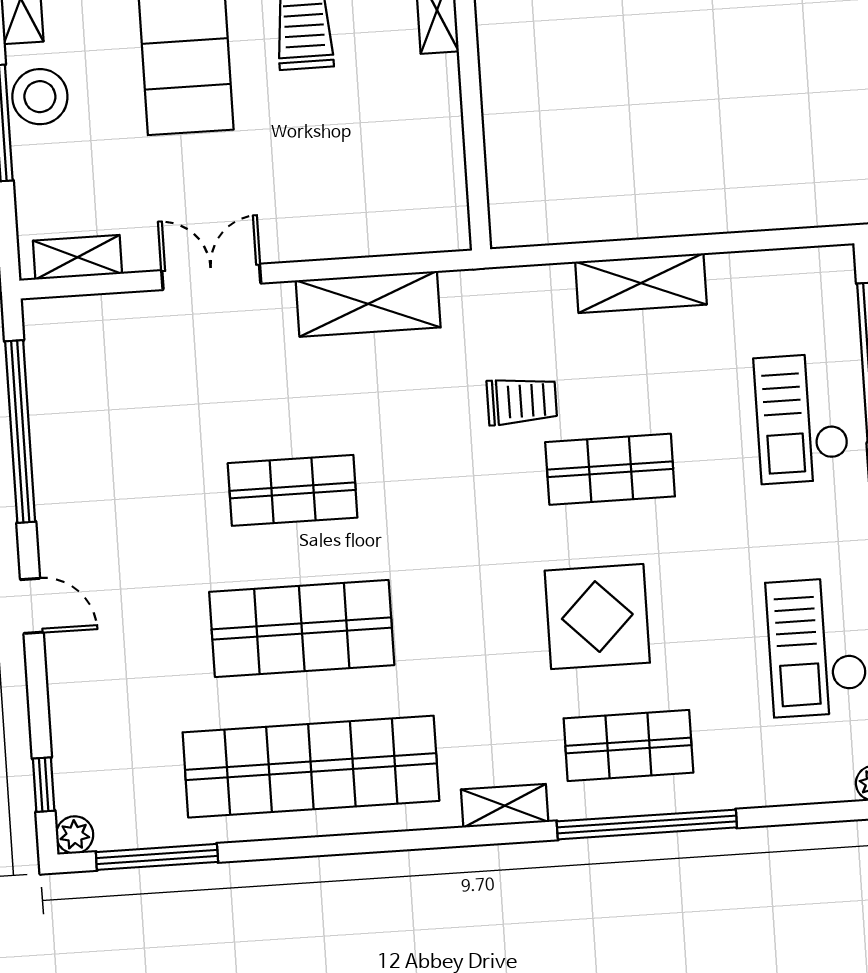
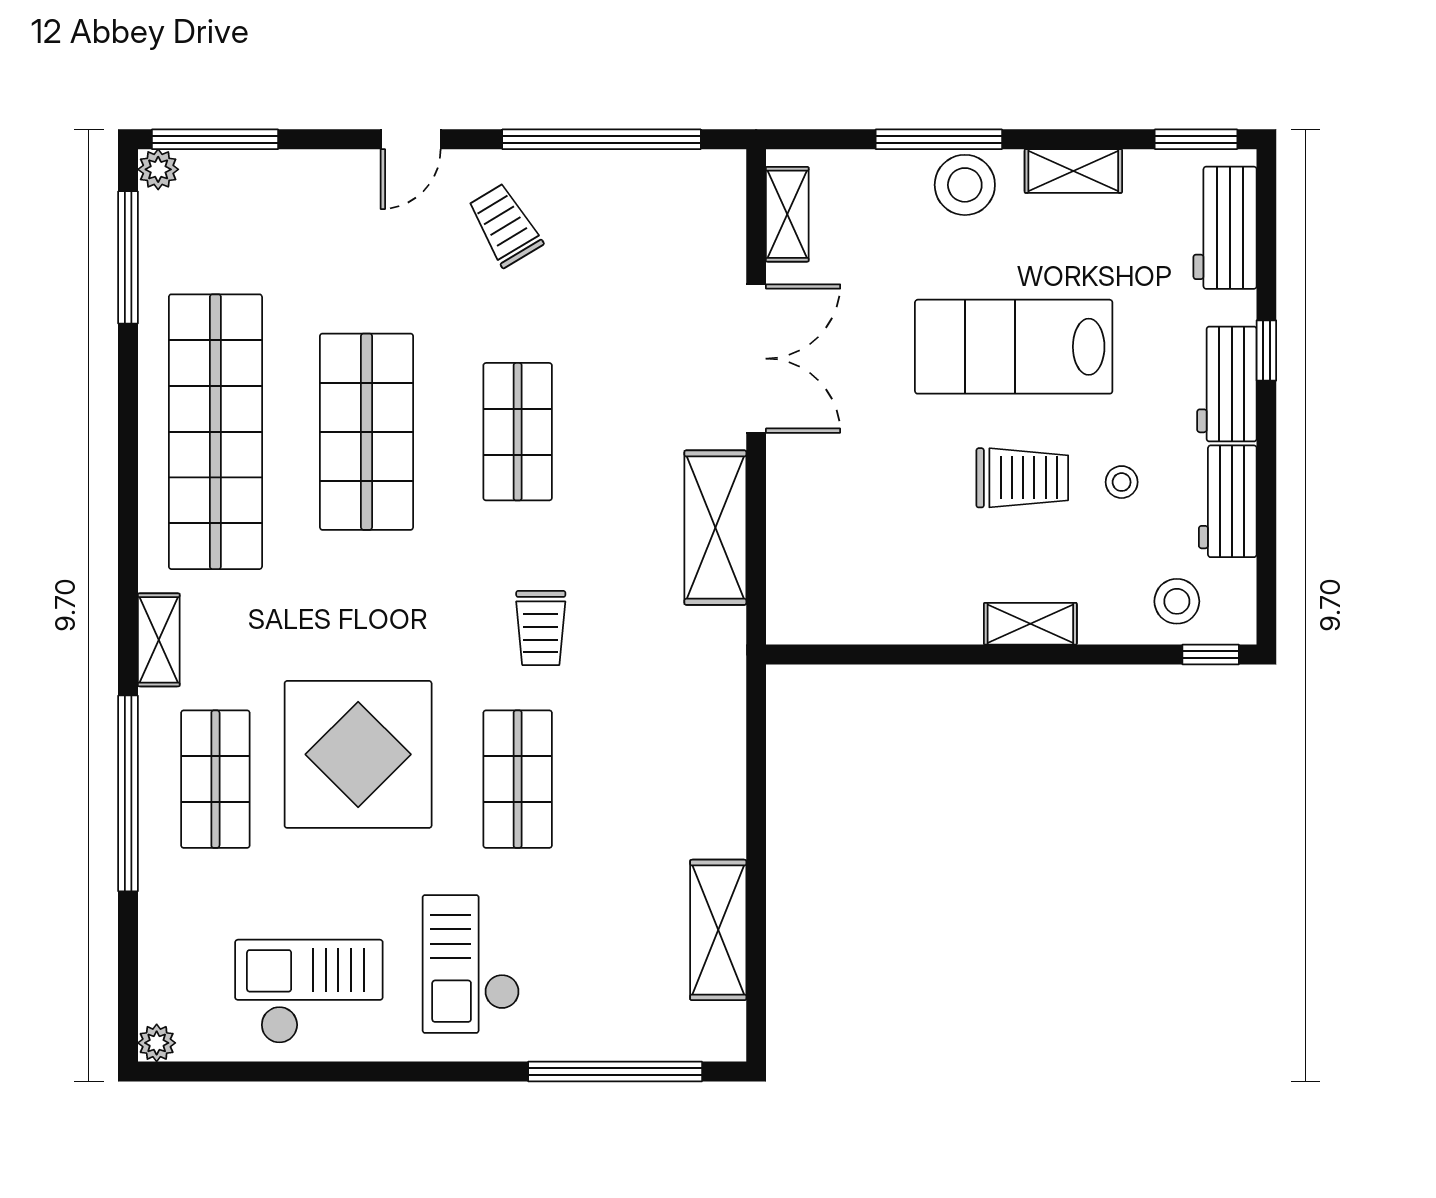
double door: (211, 277) -> (756, 359), width x1.37
shelving: (641, 283) -> (718, 930), moved
trolley: (522, 401) -> (541, 628), moved
checkout: (802, 418) -> (471, 964), moved, turned -90
trolley: (105, 515) -> (505, 225), added
display table: (597, 617) -> (358, 754), width x1.36, depth x1.36
window: (44, 785) -> (215, 139), width x2.17

